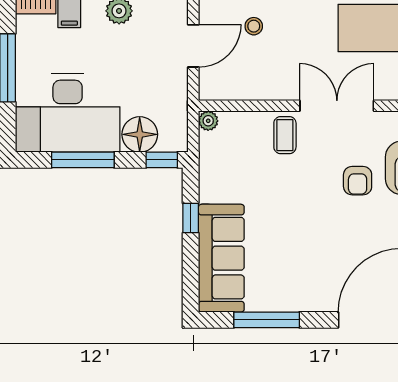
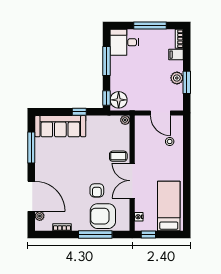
double door: (337, 106) -> (132, 181), swing flipped
desk: (68, 113) -> (124, 42), width x0.53, depth x0.77
floor lamp: (140, 134) -> (119, 100), moved
armchair: (358, 181) -> (97, 190), turned -90

